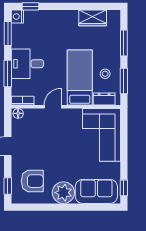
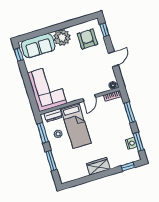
nightstand: (17, 17) -> (131, 143), moved
wardrobe: (93, 18) -> (98, 166), moved
desk: (27, 64) -> (117, 124), removed
armchair: (32, 181) -> (87, 39), turned 90

